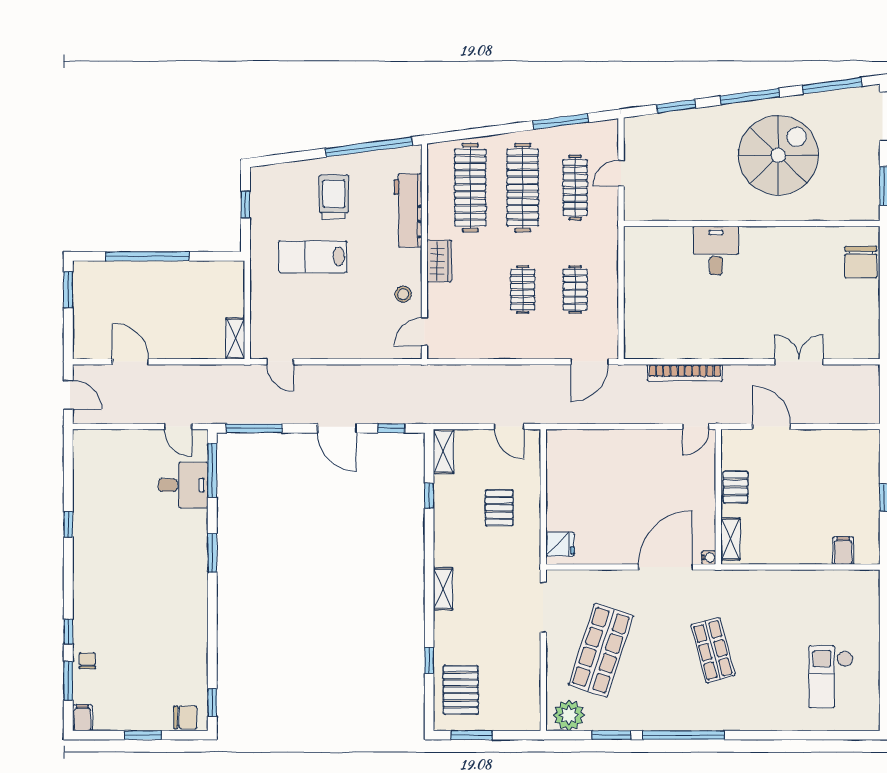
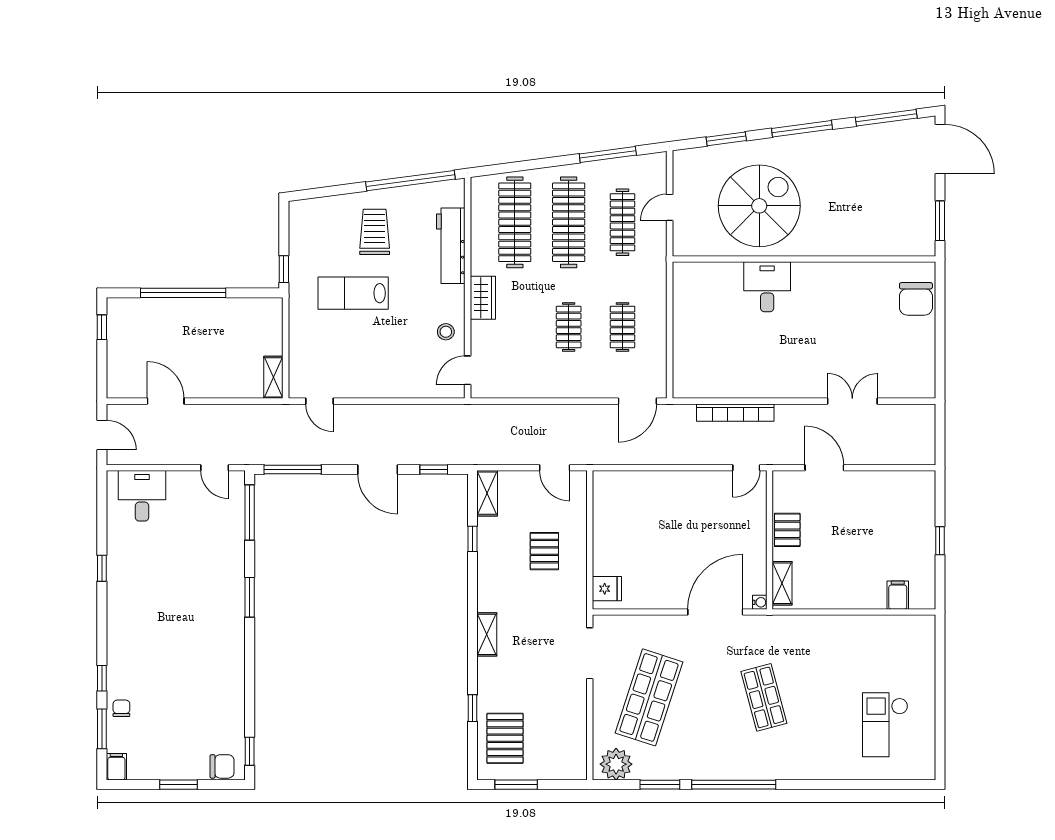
spiral stairs: (778, 155) -> (759, 206), moved
window: (245, 205) -> (284, 269), moved
window: (68, 290) -> (102, 327), width x0.67
desk: (183, 485) -> (142, 496), moved, turned -90

